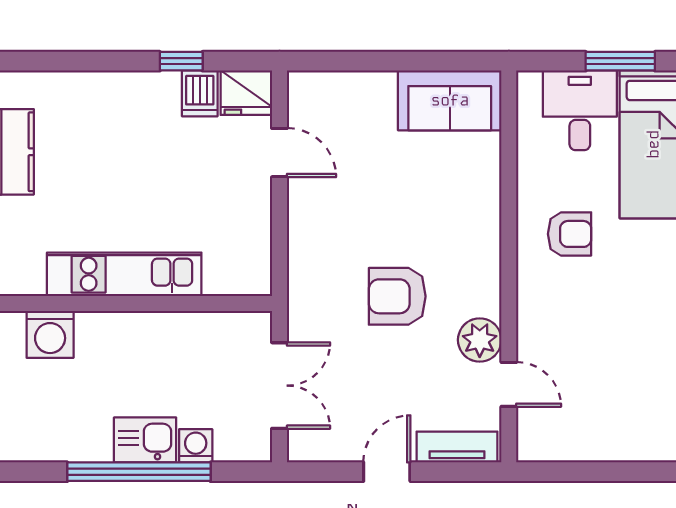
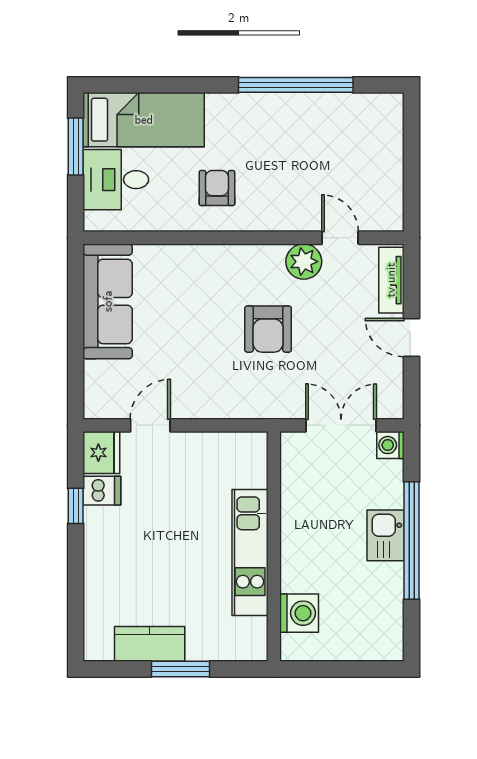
sofa: (450, 100) -> (108, 301), width x1.36
door: (509, 384) -> (340, 238), hinge flipped
washing machine: (196, 446) -> (390, 445), moved

